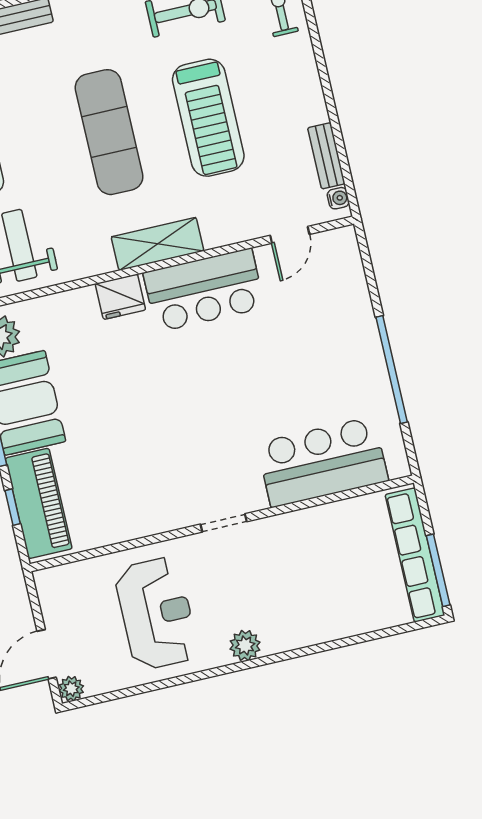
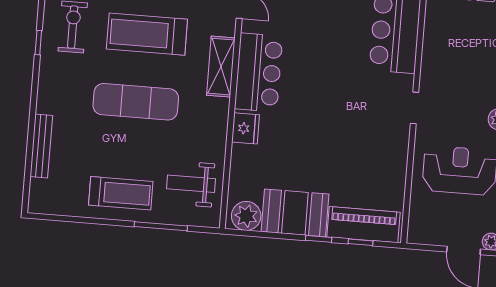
treadmill: (208, 118) -> (147, 34), turned 180
shelving: (157, 244) -> (221, 67), moved

